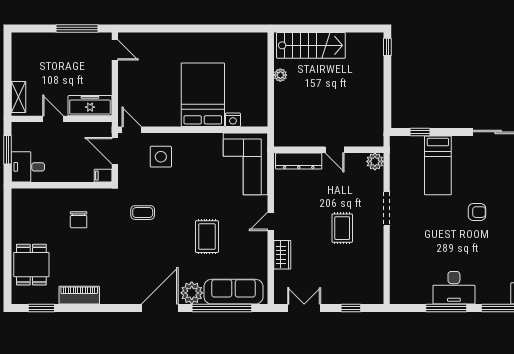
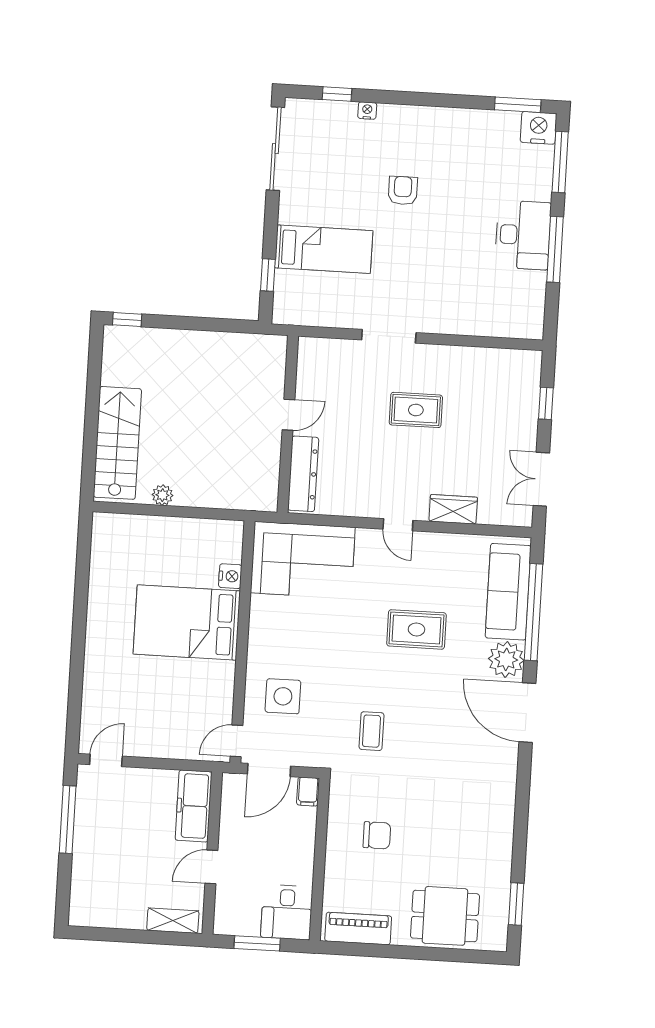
plant: (375, 161) -> (311, 351), removed
piano: (79, 295) -> (358, 928), moved, turned 90

